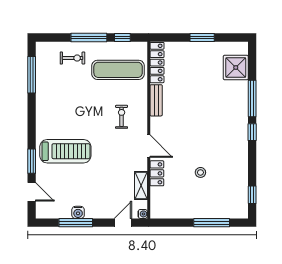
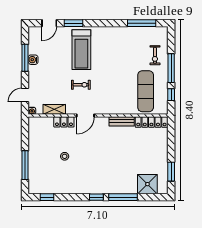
window: (202, 38) -> (171, 172), moved
exercise bike: (122, 117) -> (81, 85), moved
door: (123, 223) -> (25, 95), swing flipped

